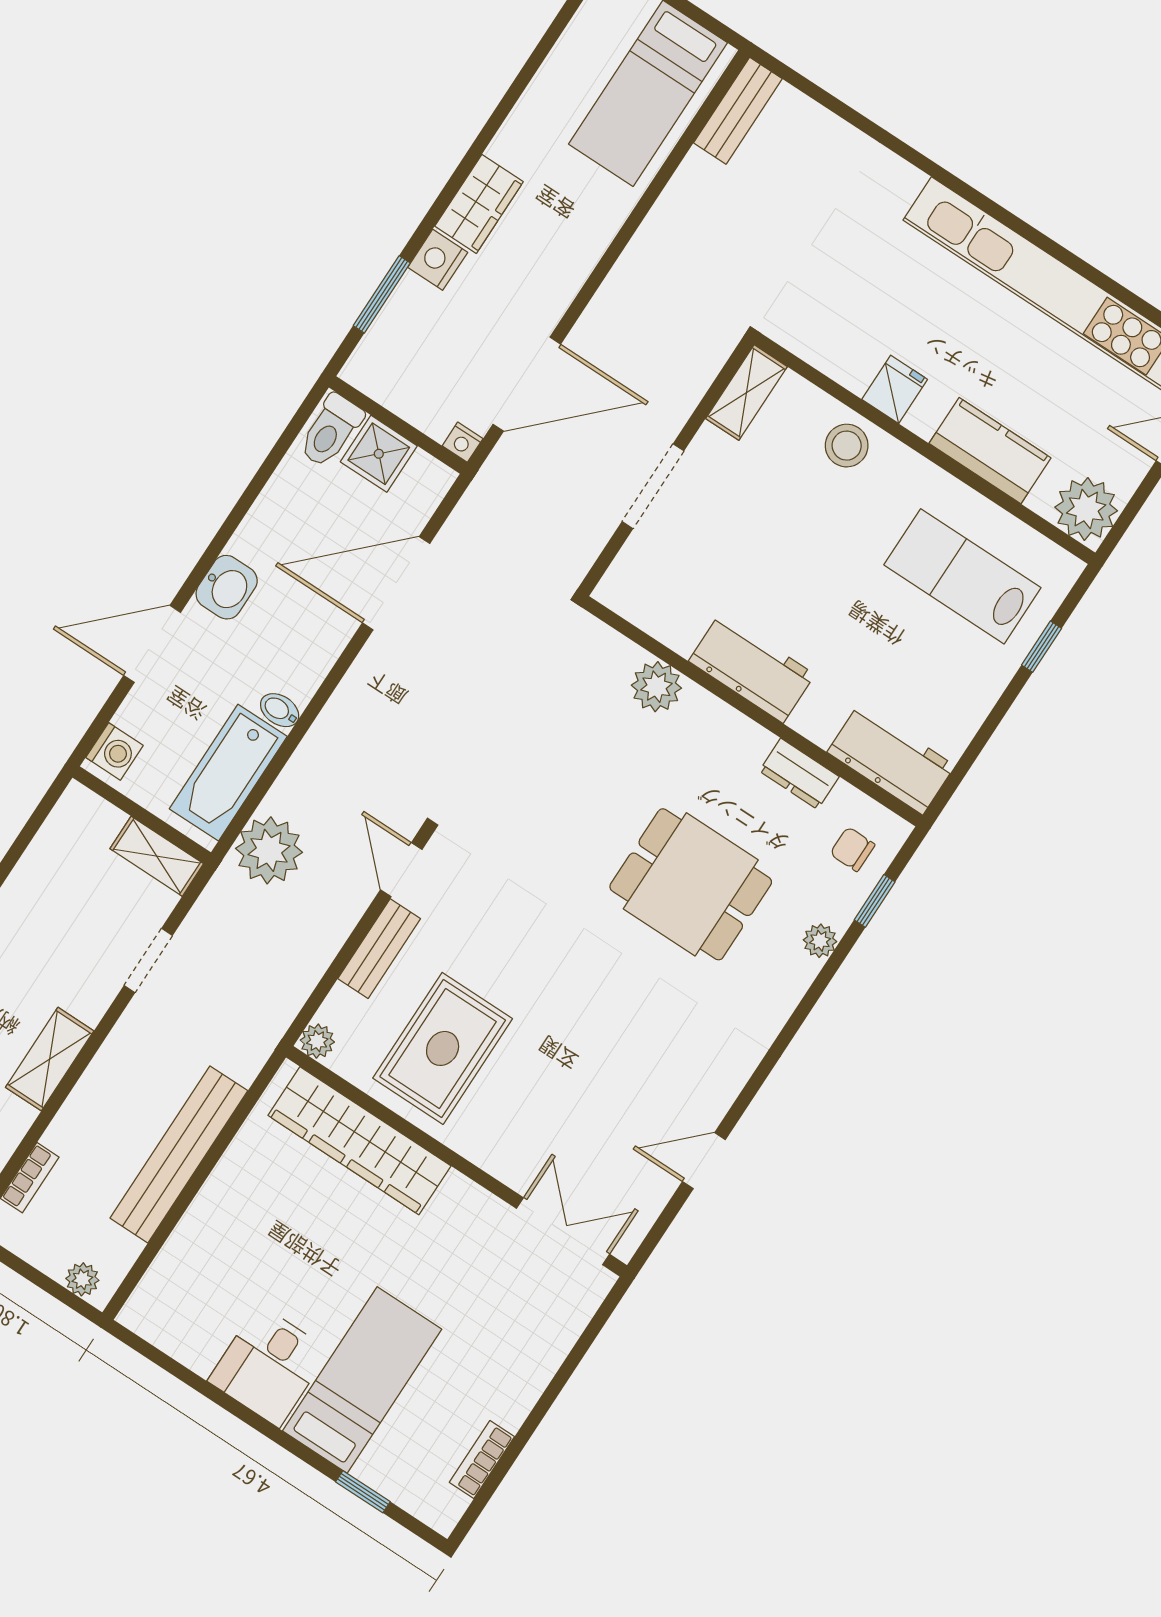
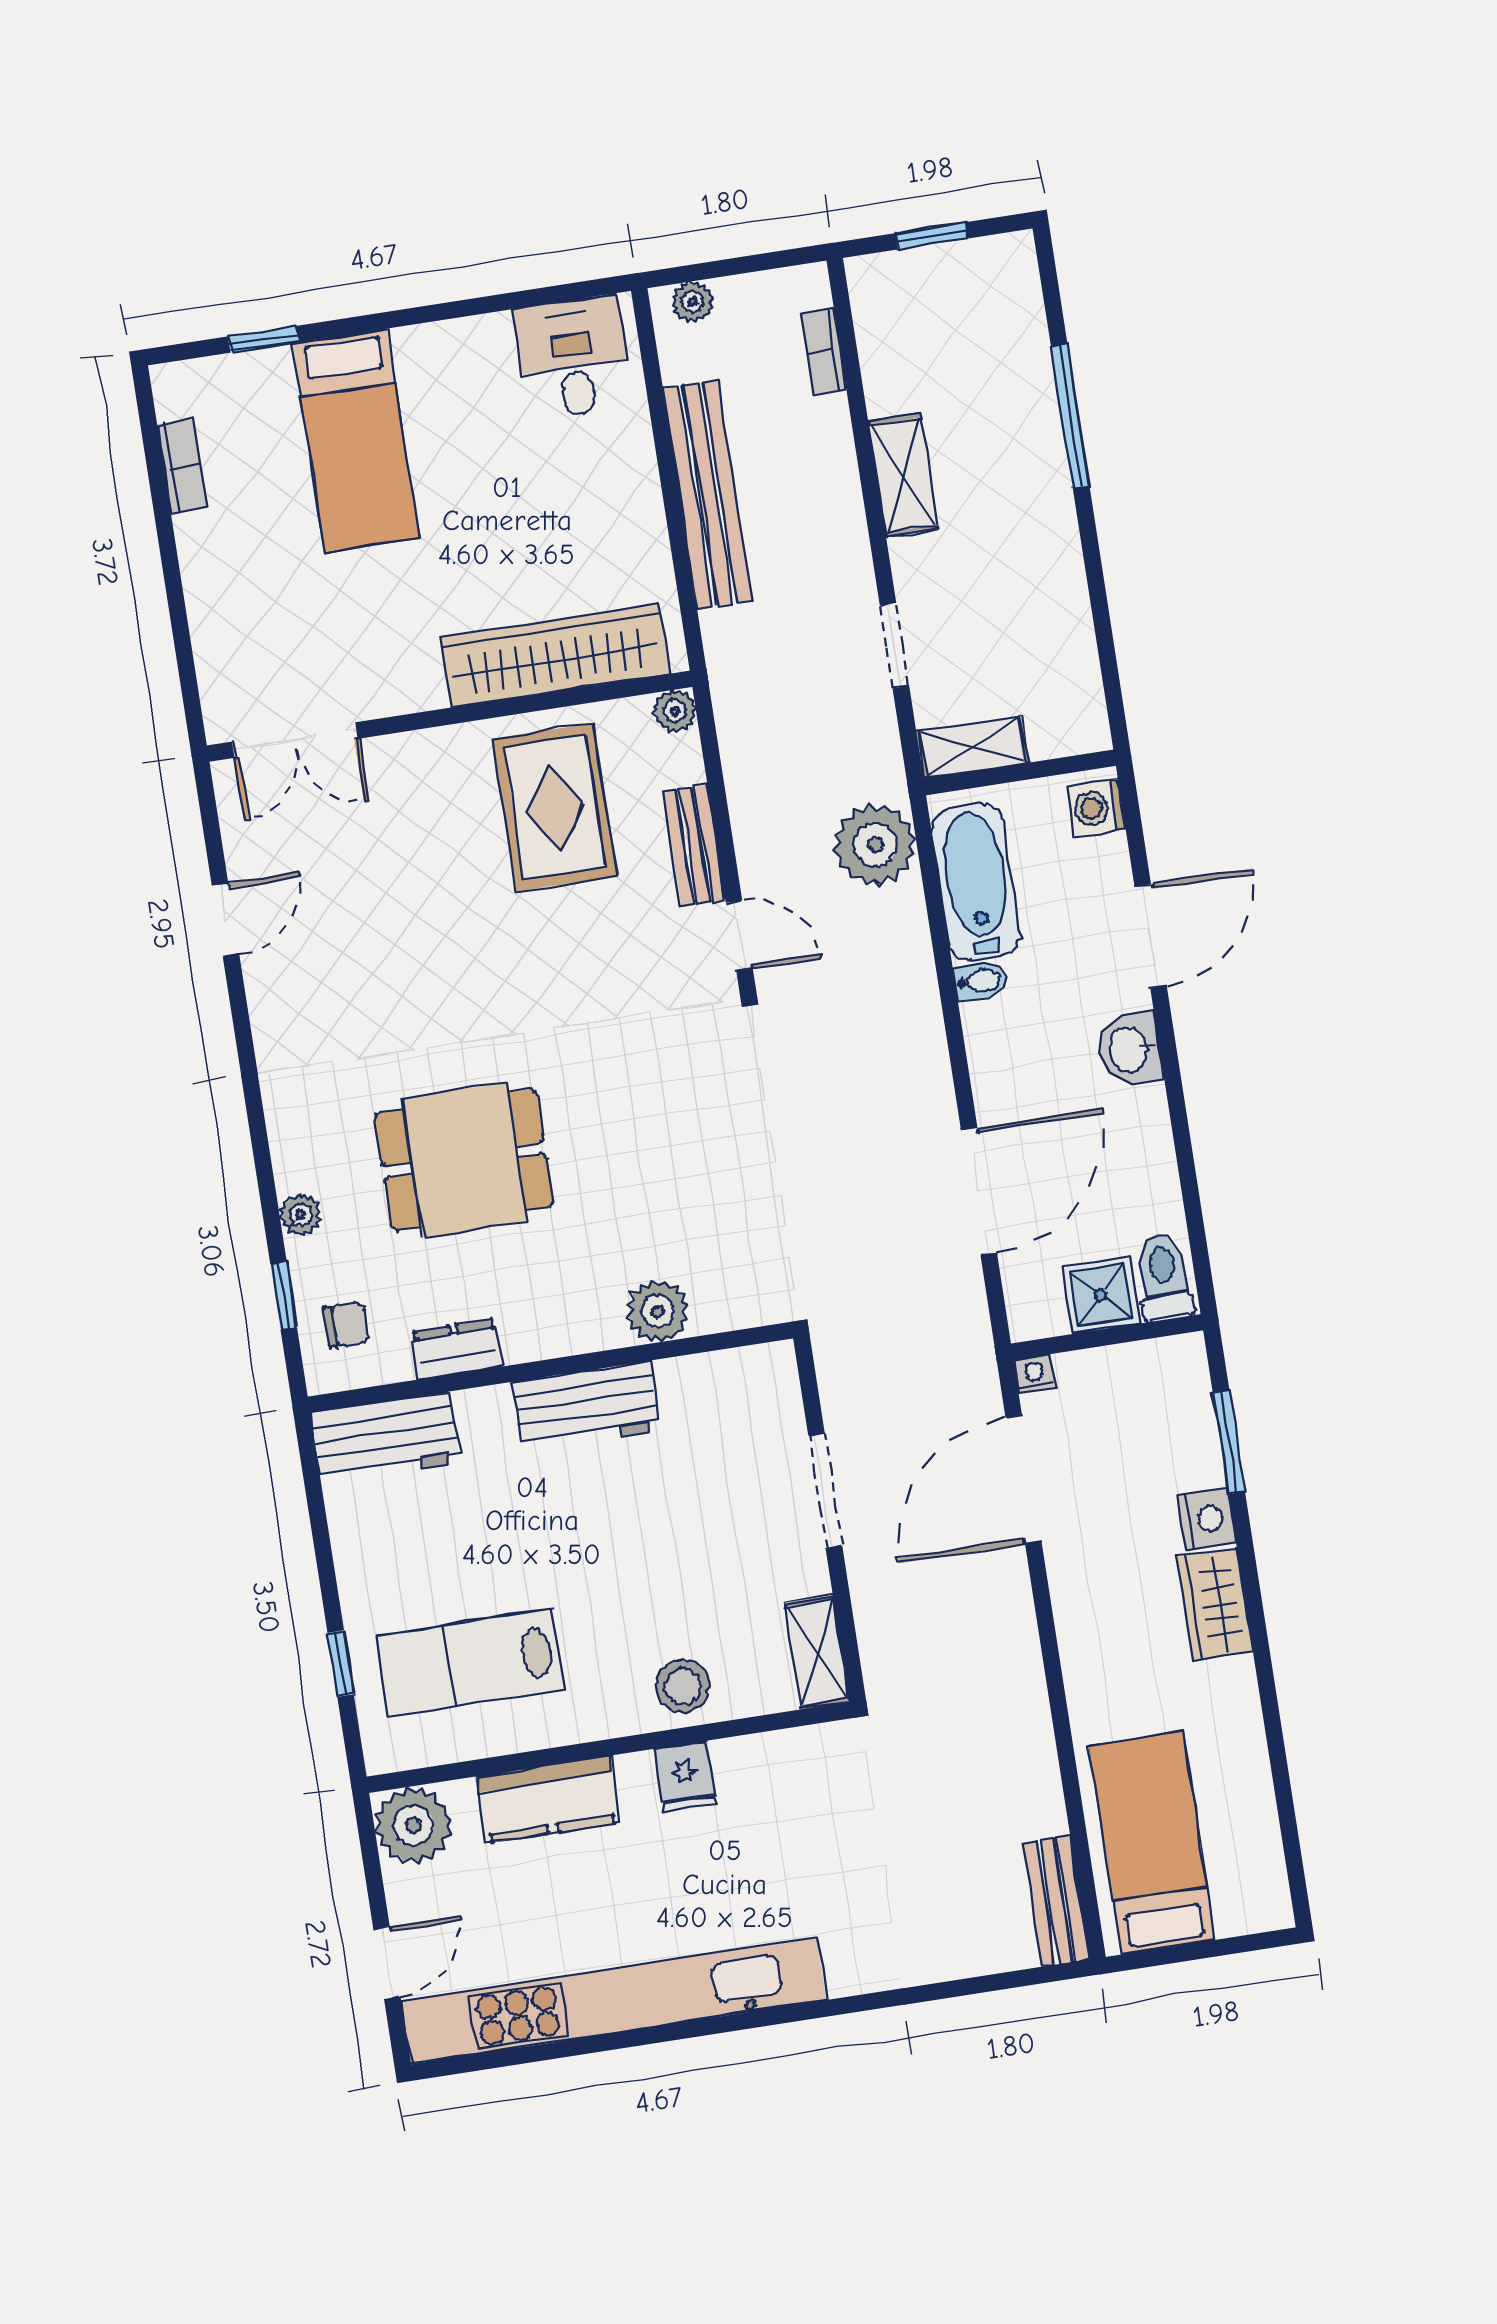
lab bench: (962, 576) -> (470, 1663), turned 180
desk: (269, 1366) -> (573, 358), moved

